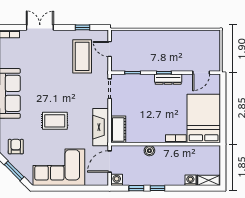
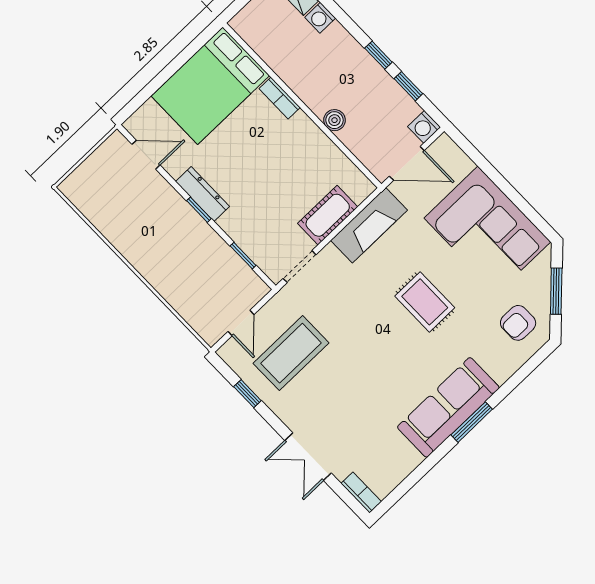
cot: (118, 129) -> (328, 215), moved

